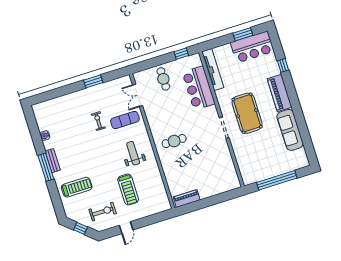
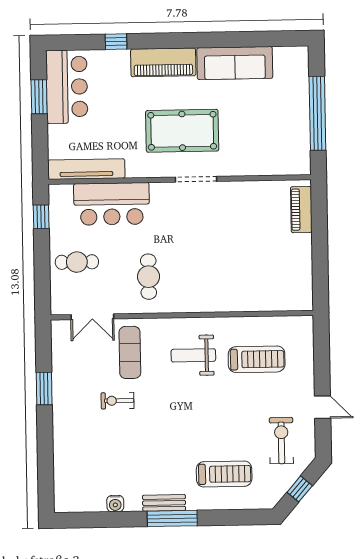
cafe table: (174, 141) -> (148, 277), moved
treadmill: (77, 187) -> (224, 474), turned 90
treadmill: (128, 189) -> (257, 359), moved
piano: (187, 198) -> (301, 210), moved

